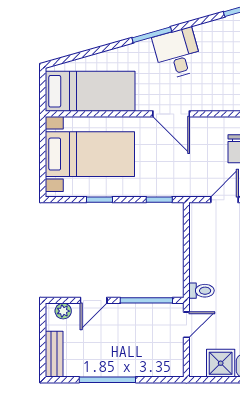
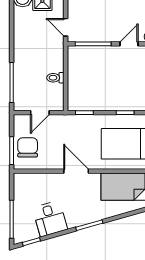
desk: (177, 53) -> (50, 219), moved
toilet: (202, 291) -> (55, 78), moved
door: (186, 325) -> (66, 27), hinge flipped

